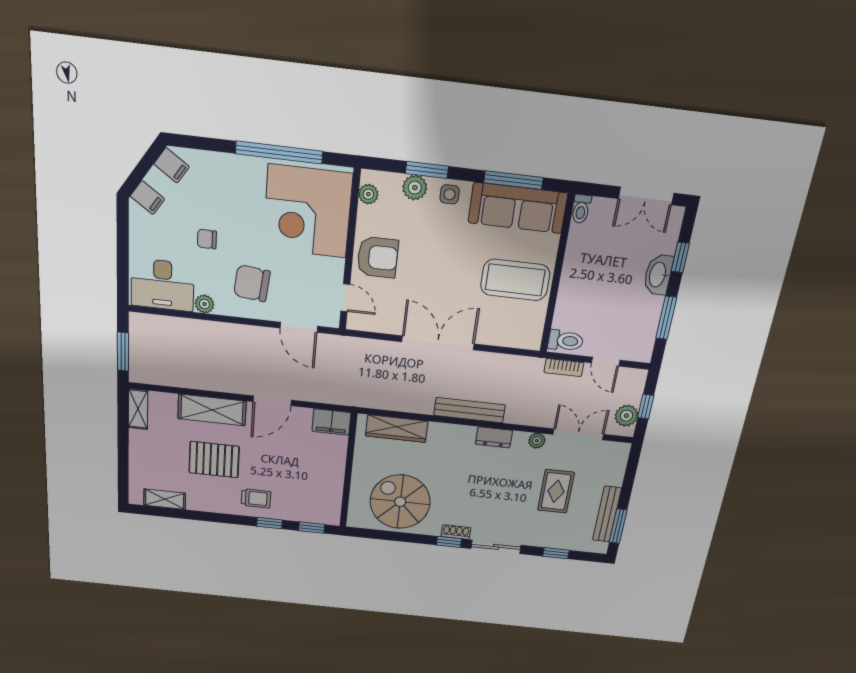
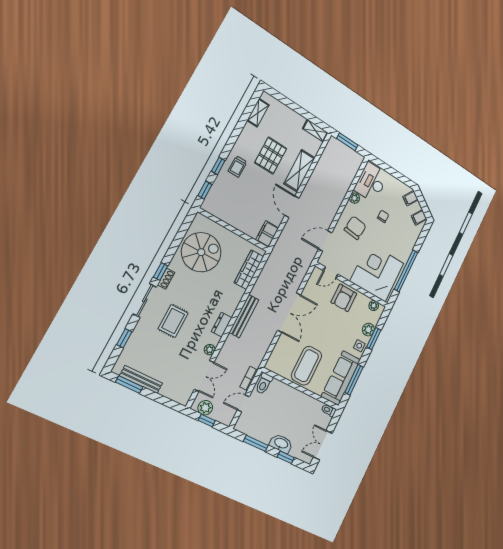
rug: (556, 491) -> (173, 321), moved, turned 90

